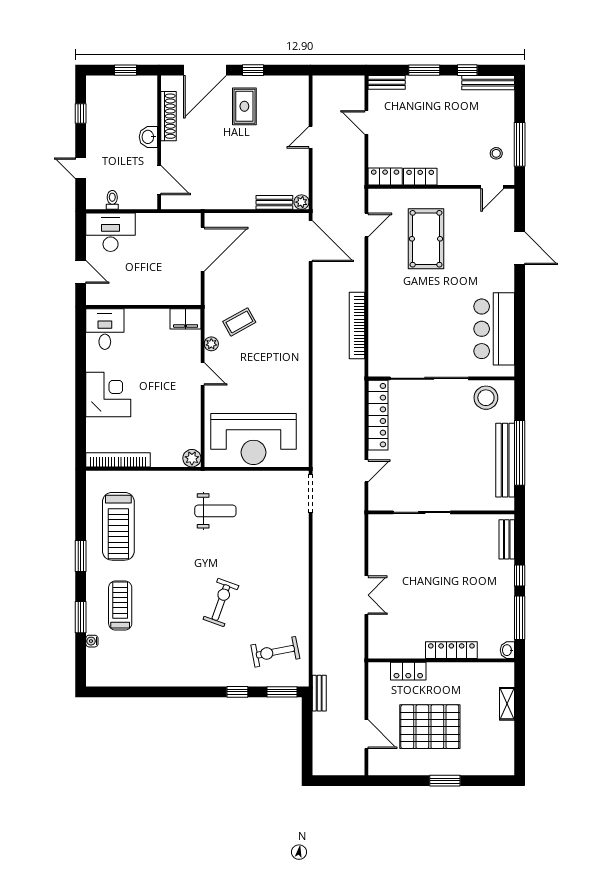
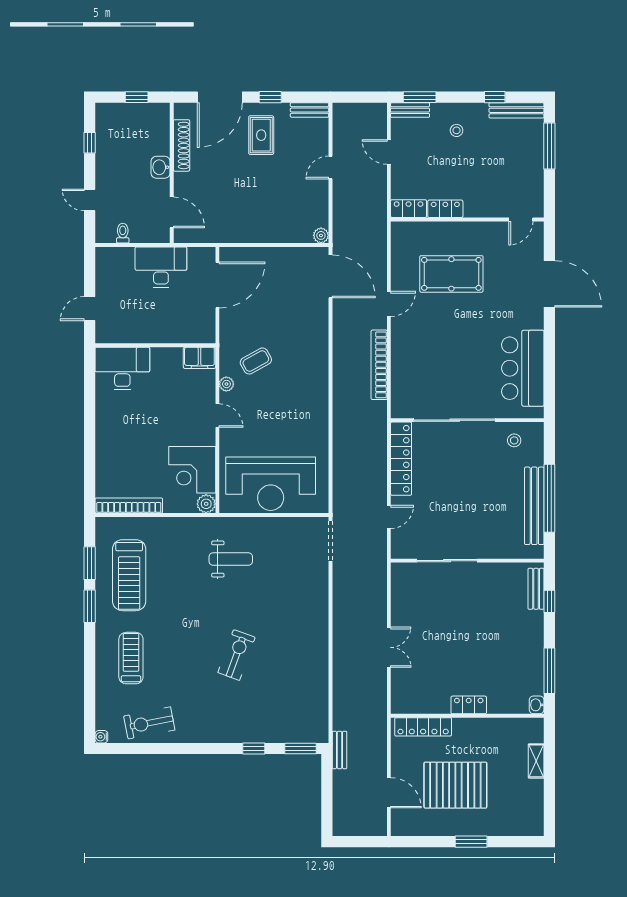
window: (424, 70) -> (420, 97), moved
window: (520, 144) -> (549, 146), moved
stool: (496, 153) -> (457, 130), moved
bench: (274, 202) -> (310, 110), moved
door: (366, 225) -> (389, 304), moved
desk: (111, 232) -> (161, 267), moved
pool table: (426, 239) -> (451, 274), turned 90
door: (520, 248) -> (549, 284), width x1.36
door: (81, 272) -> (90, 309), swing flipped
desk: (105, 329) -> (122, 369), width x1.37
corner desk: (108, 395) -> (192, 470), moved, turned 180
stool: (486, 398) -> (514, 440), width x0.53, depth x0.53
window: (520, 575) -> (549, 601), moved
window: (81, 617) -> (90, 563), moved
water cooler: (92, 641) -> (101, 737), moved
locker: (451, 650) -> (469, 705), width x0.66
exercise bike: (275, 652) -> (149, 723), moved
locker: (408, 671) -> (423, 727), width x1.53

